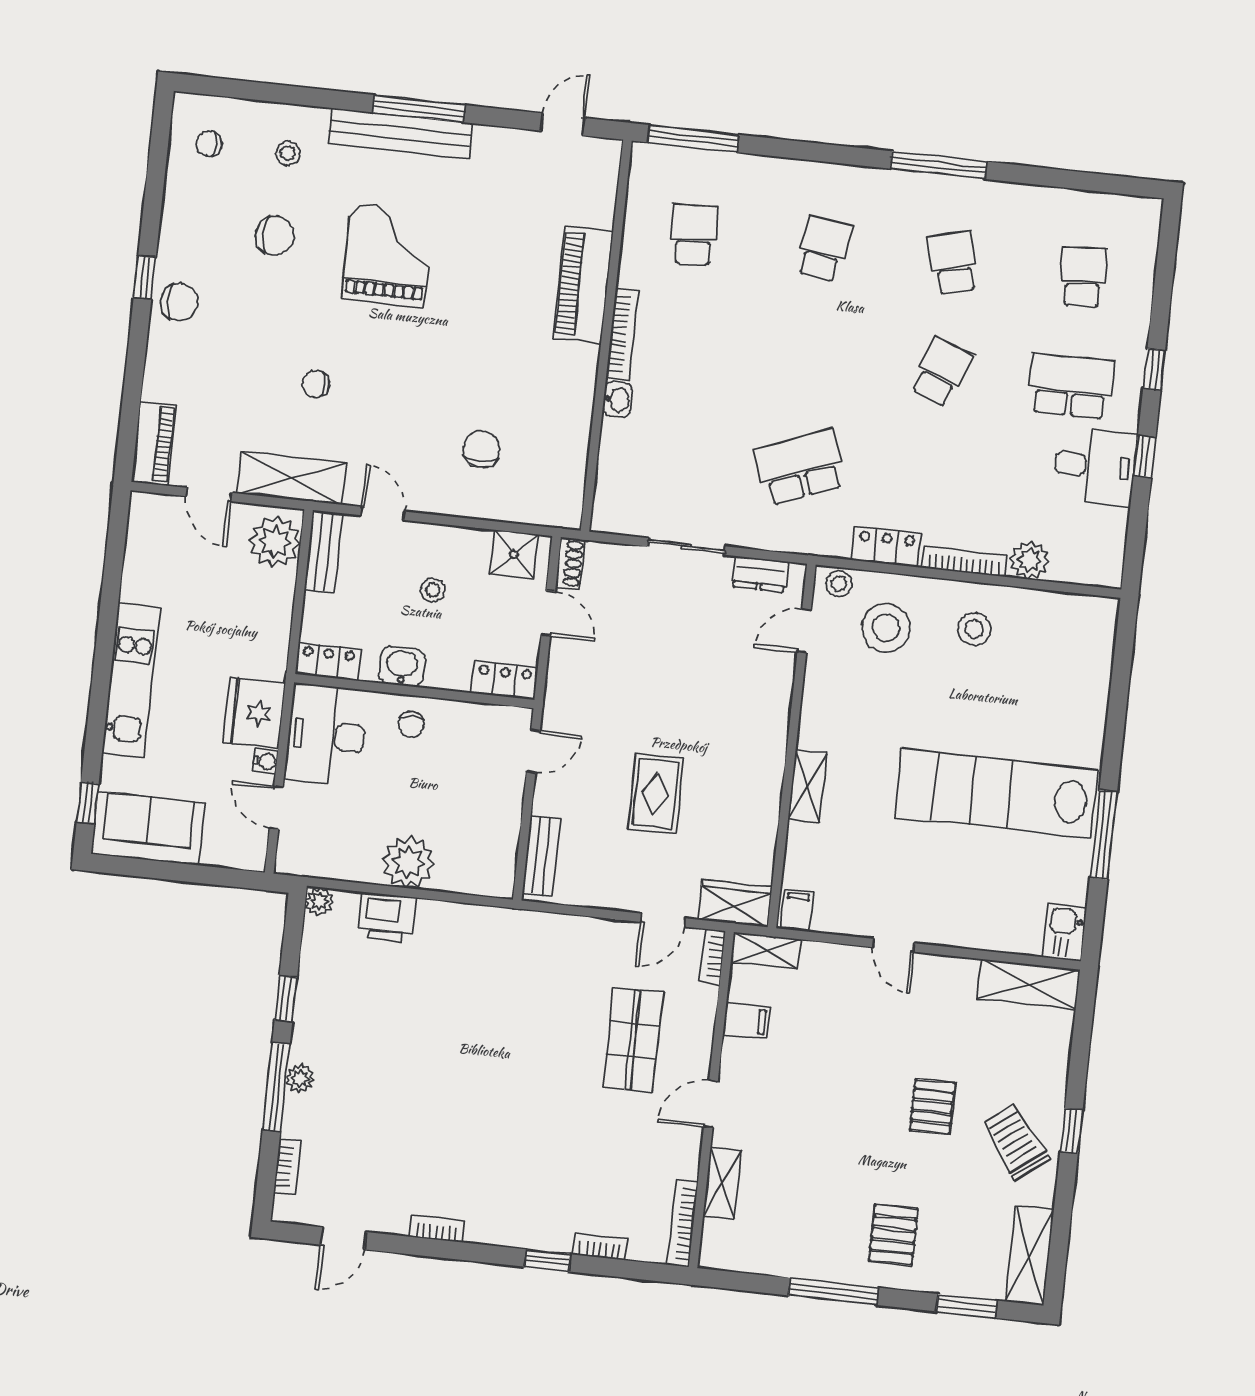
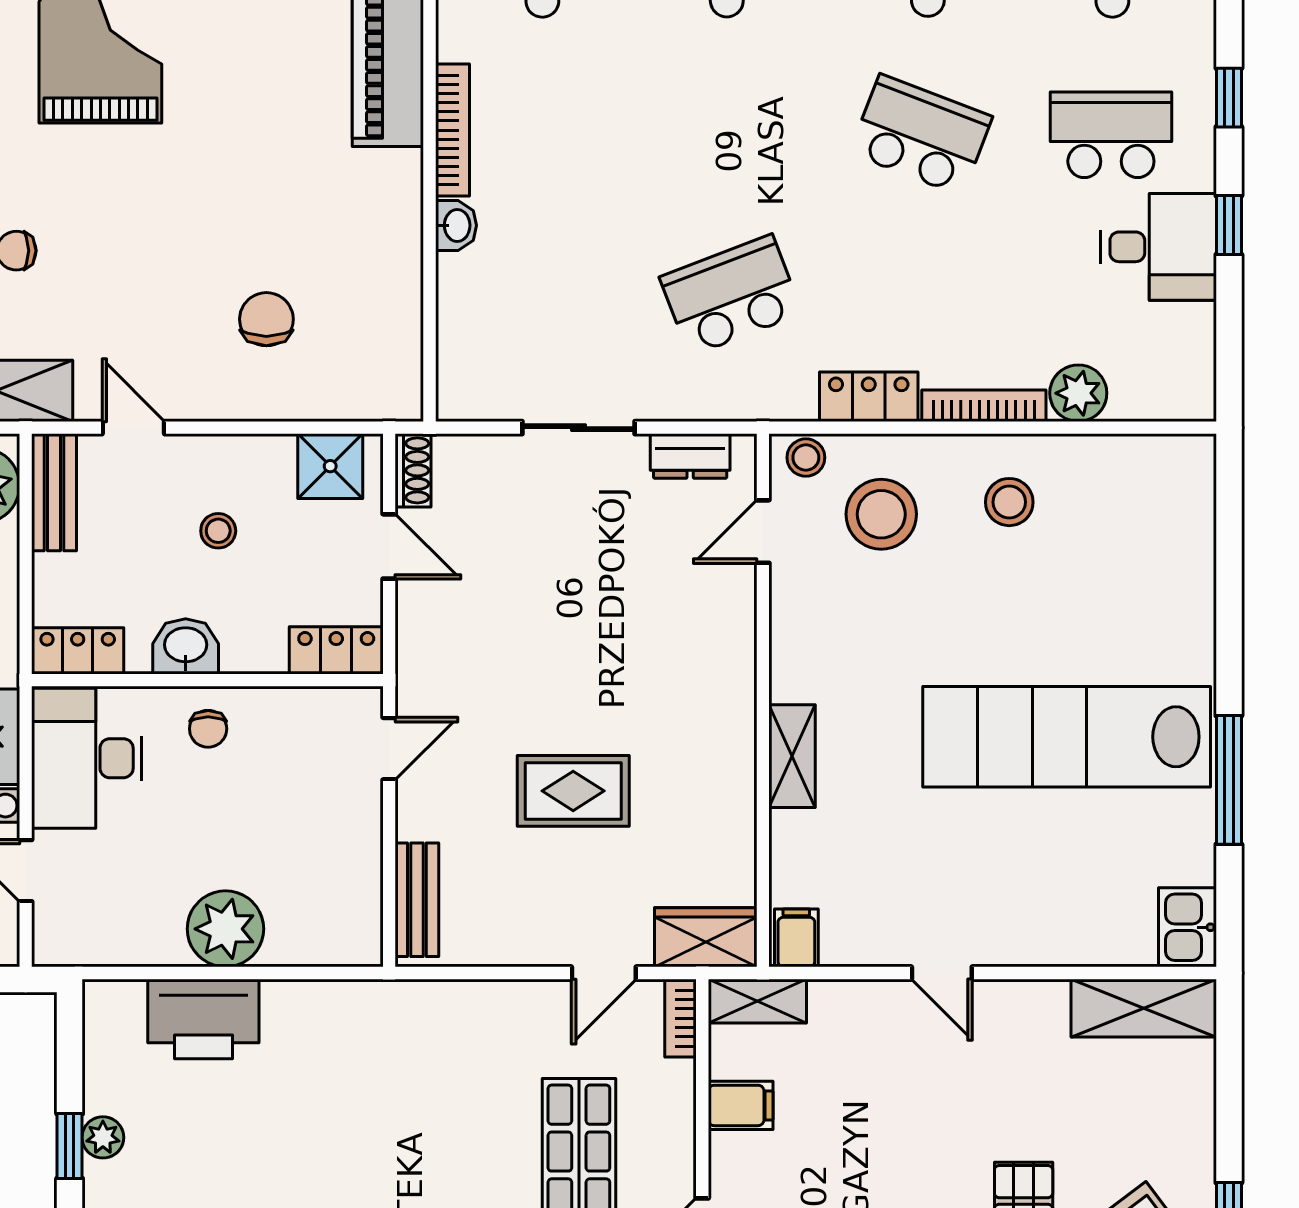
school desk: (941, 372) -> (921, 135), width x1.85
rug: (656, 794) -> (573, 791), turned 90
plant: (319, 901) -> (103, 1137), moved
printer: (387, 917) -> (203, 1019), width x1.37, depth x1.19

